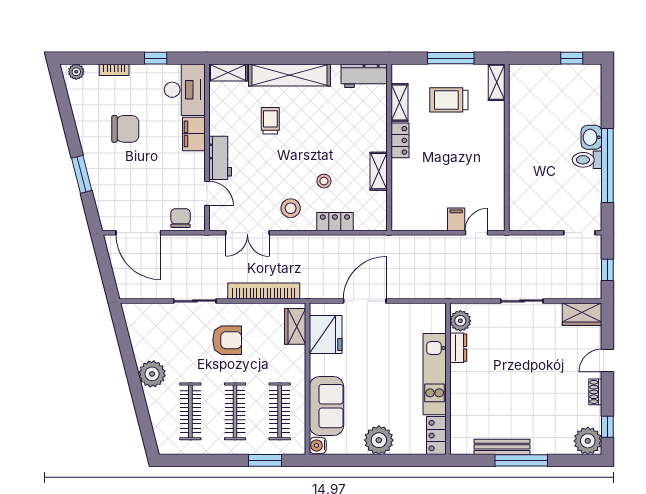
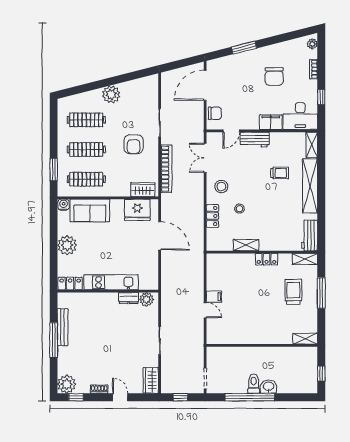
shelving: (497, 82) -> (305, 339), moved
shelving: (400, 103) -> (305, 259), moved
wall: (507, 147) -> (262, 345), moved

